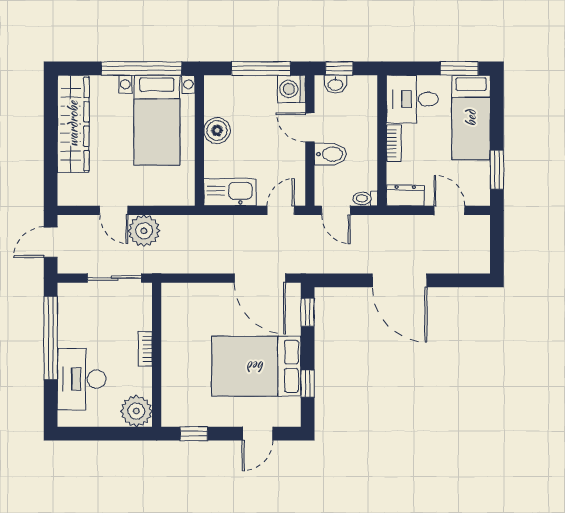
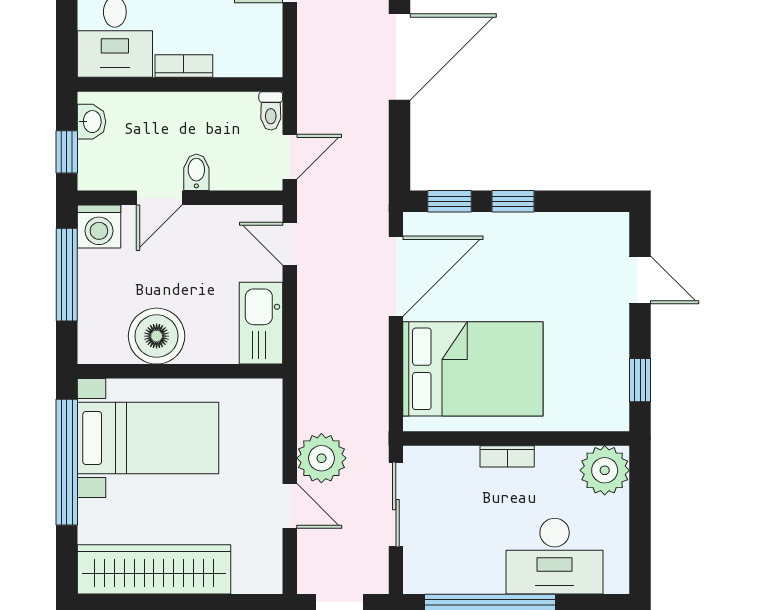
washbasin: (335, 84) -> (91, 122), moved
boiler: (217, 130) -> (157, 336), width x1.37, depth x1.37
bidet: (330, 154) -> (196, 172), width x0.72, depth x0.74
dresser: (405, 195) -> (266, 48), removed
door: (114, 210) -> (290, 506), hinge flipped
bed: (256, 366) -> (473, 369), moved, turned -90
window: (308, 384) -> (513, 201), moved

